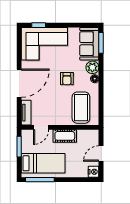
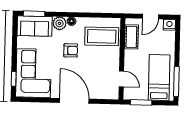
tv unit: (26, 113) -> (105, 94), removed
cot: (65, 136) -> (131, 37), moved
door: (101, 154) -> (150, 16), hinge flipped

